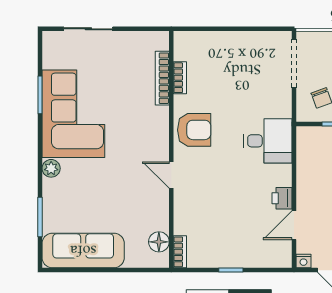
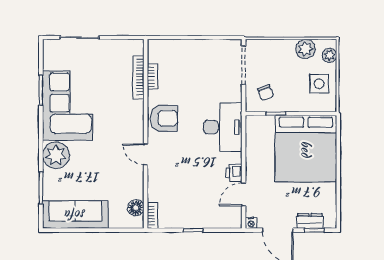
desk: (268, 141) -> (223, 127), width x1.37
plant: (51, 168) -> (56, 155), width x1.88, depth x1.88

